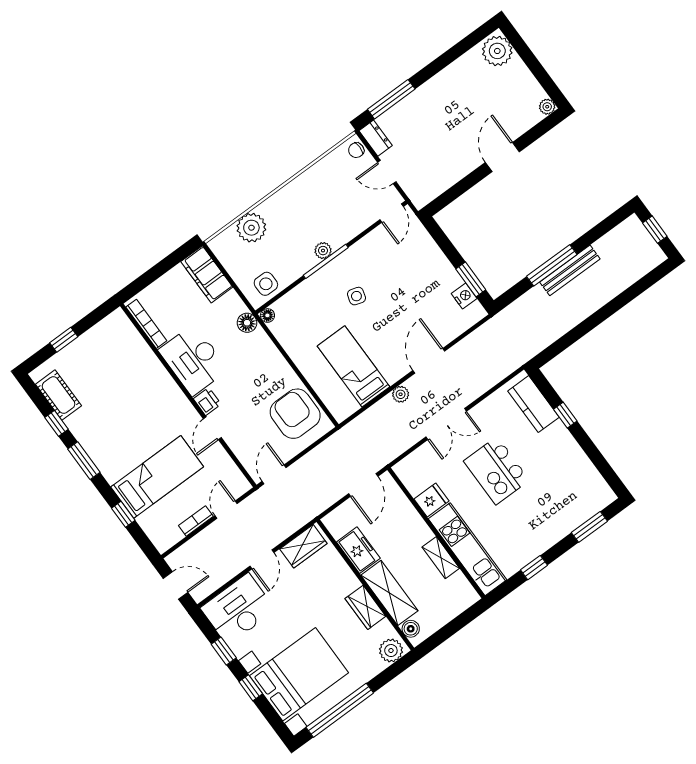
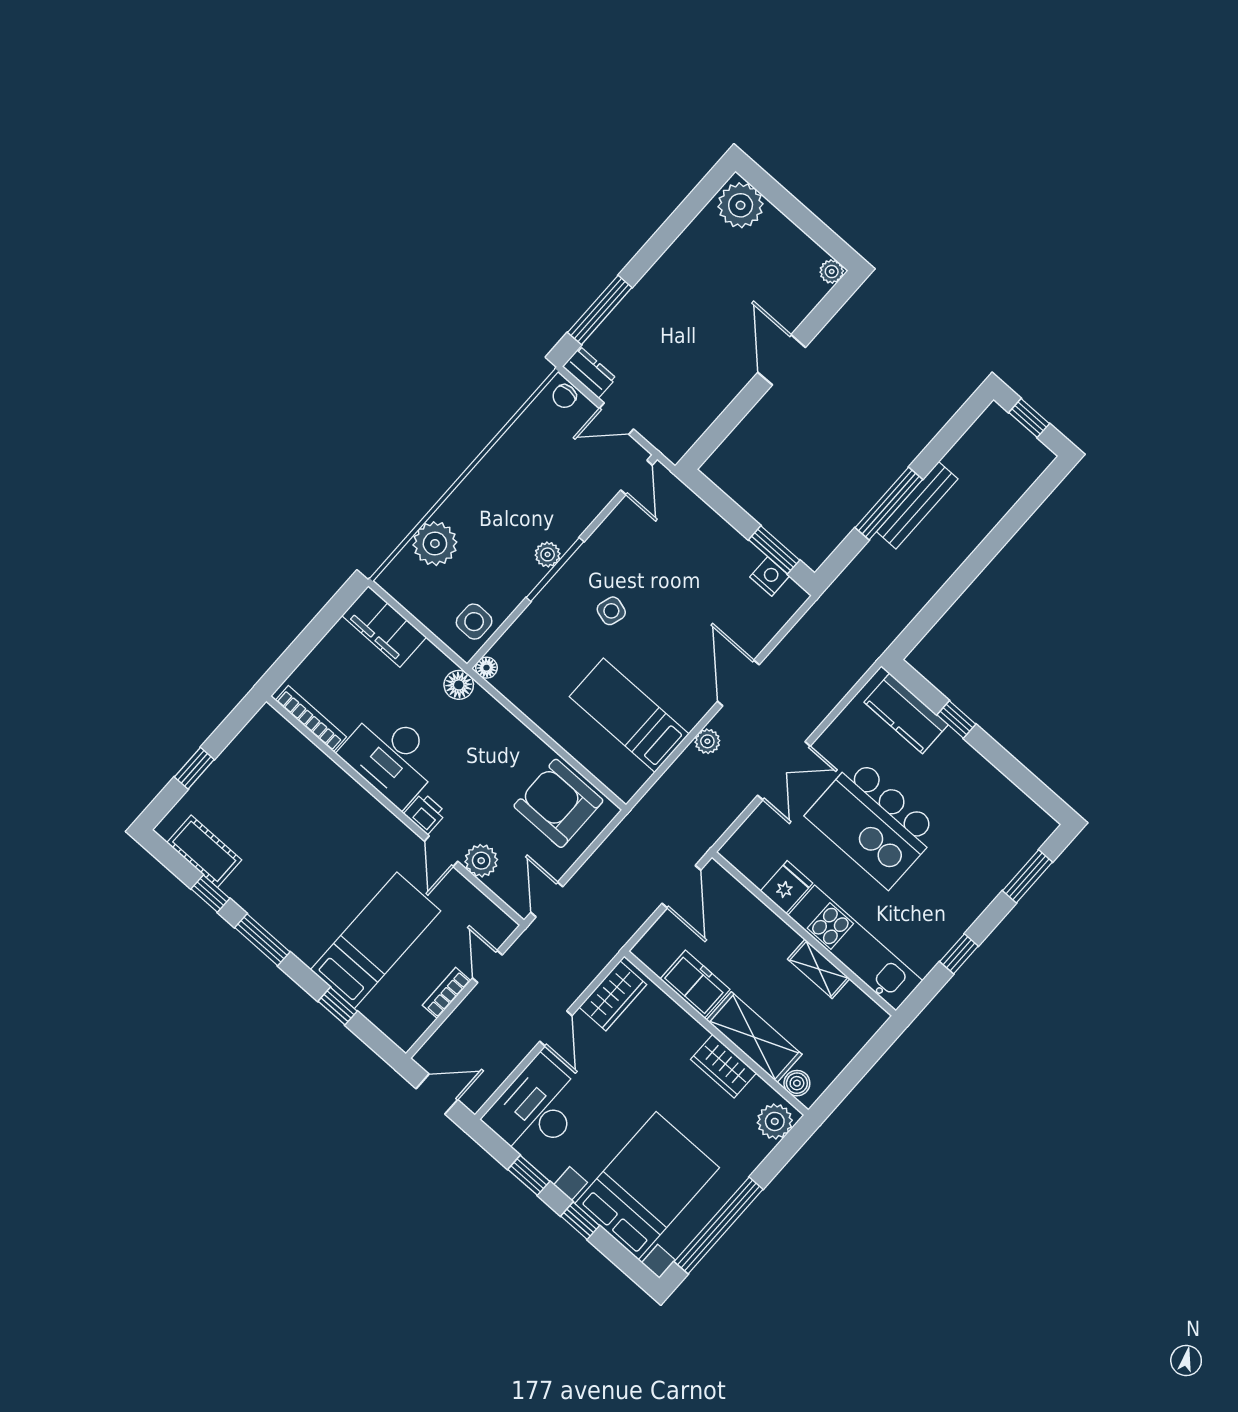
plant: (237, 440) -> (481, 861), added
kitchen island: (496, 471) -> (873, 823), width x1.37, depth x1.28

